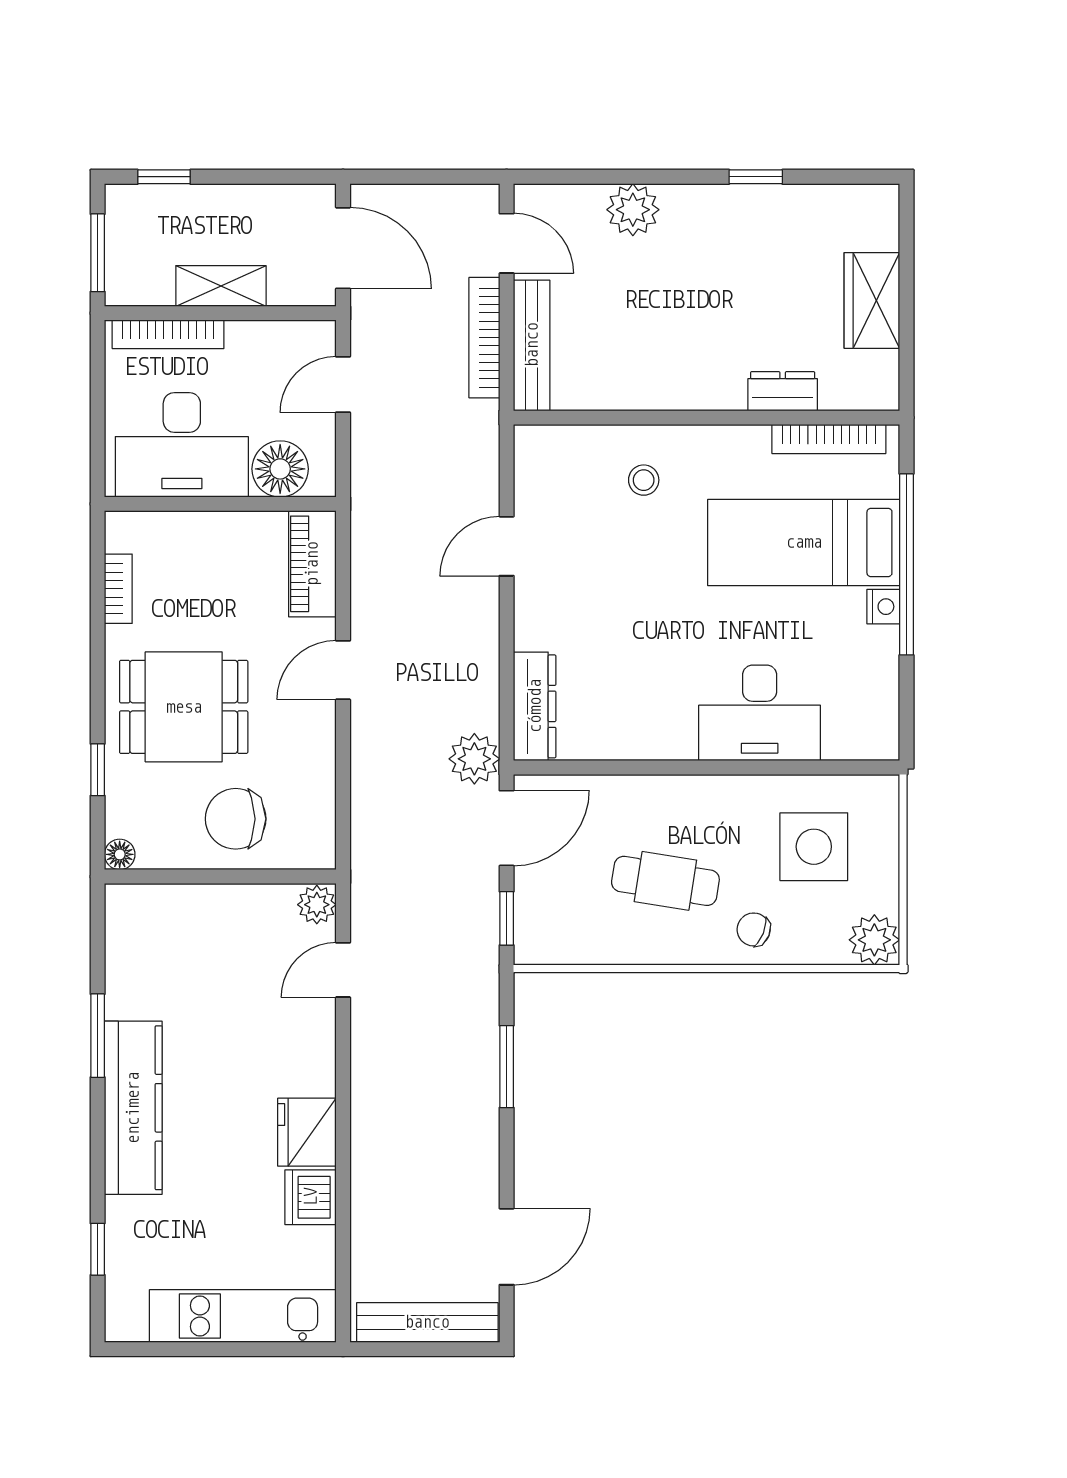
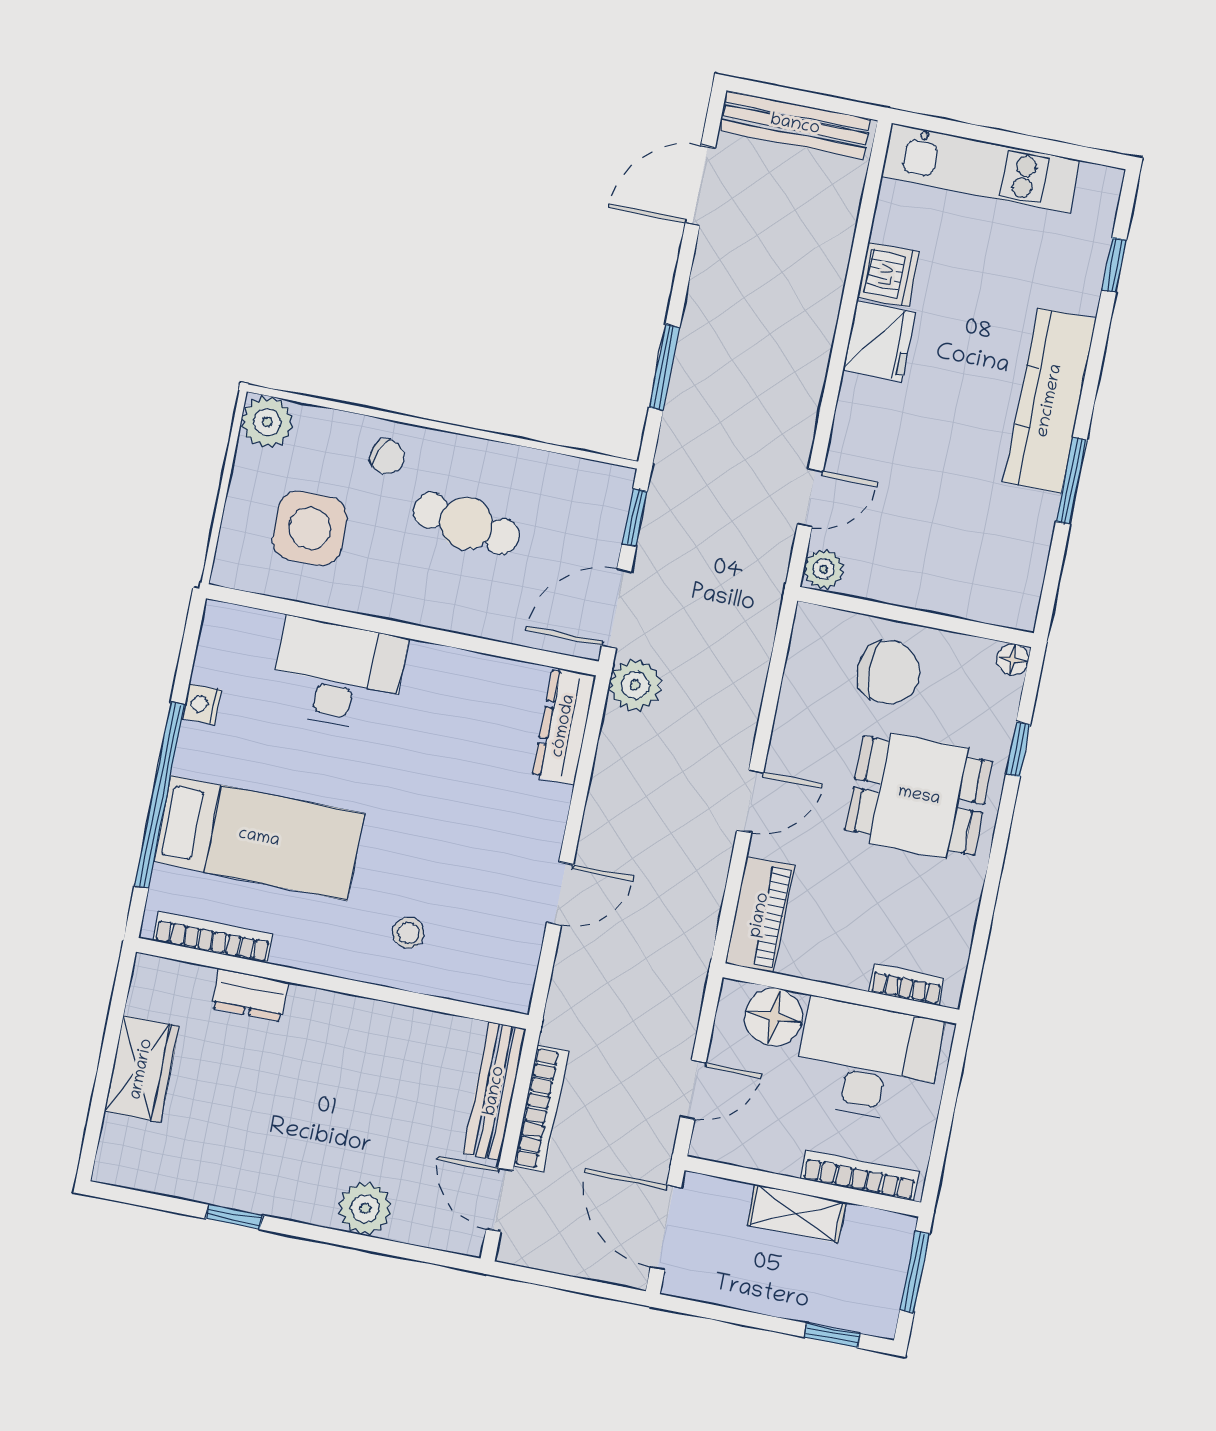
bookcase: (118, 589) -> (906, 985), moved, turned 90
nightstand: (883, 607) -> (202, 704), moved

